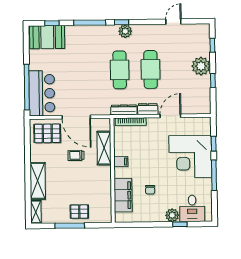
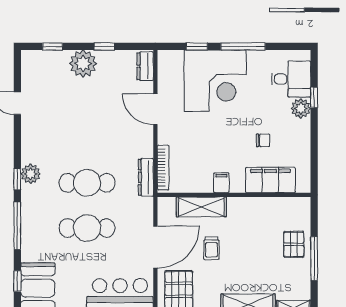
cafe table: (151, 69) -> (87, 228), moved
dresser: (148, 109) -> (145, 66), moved

